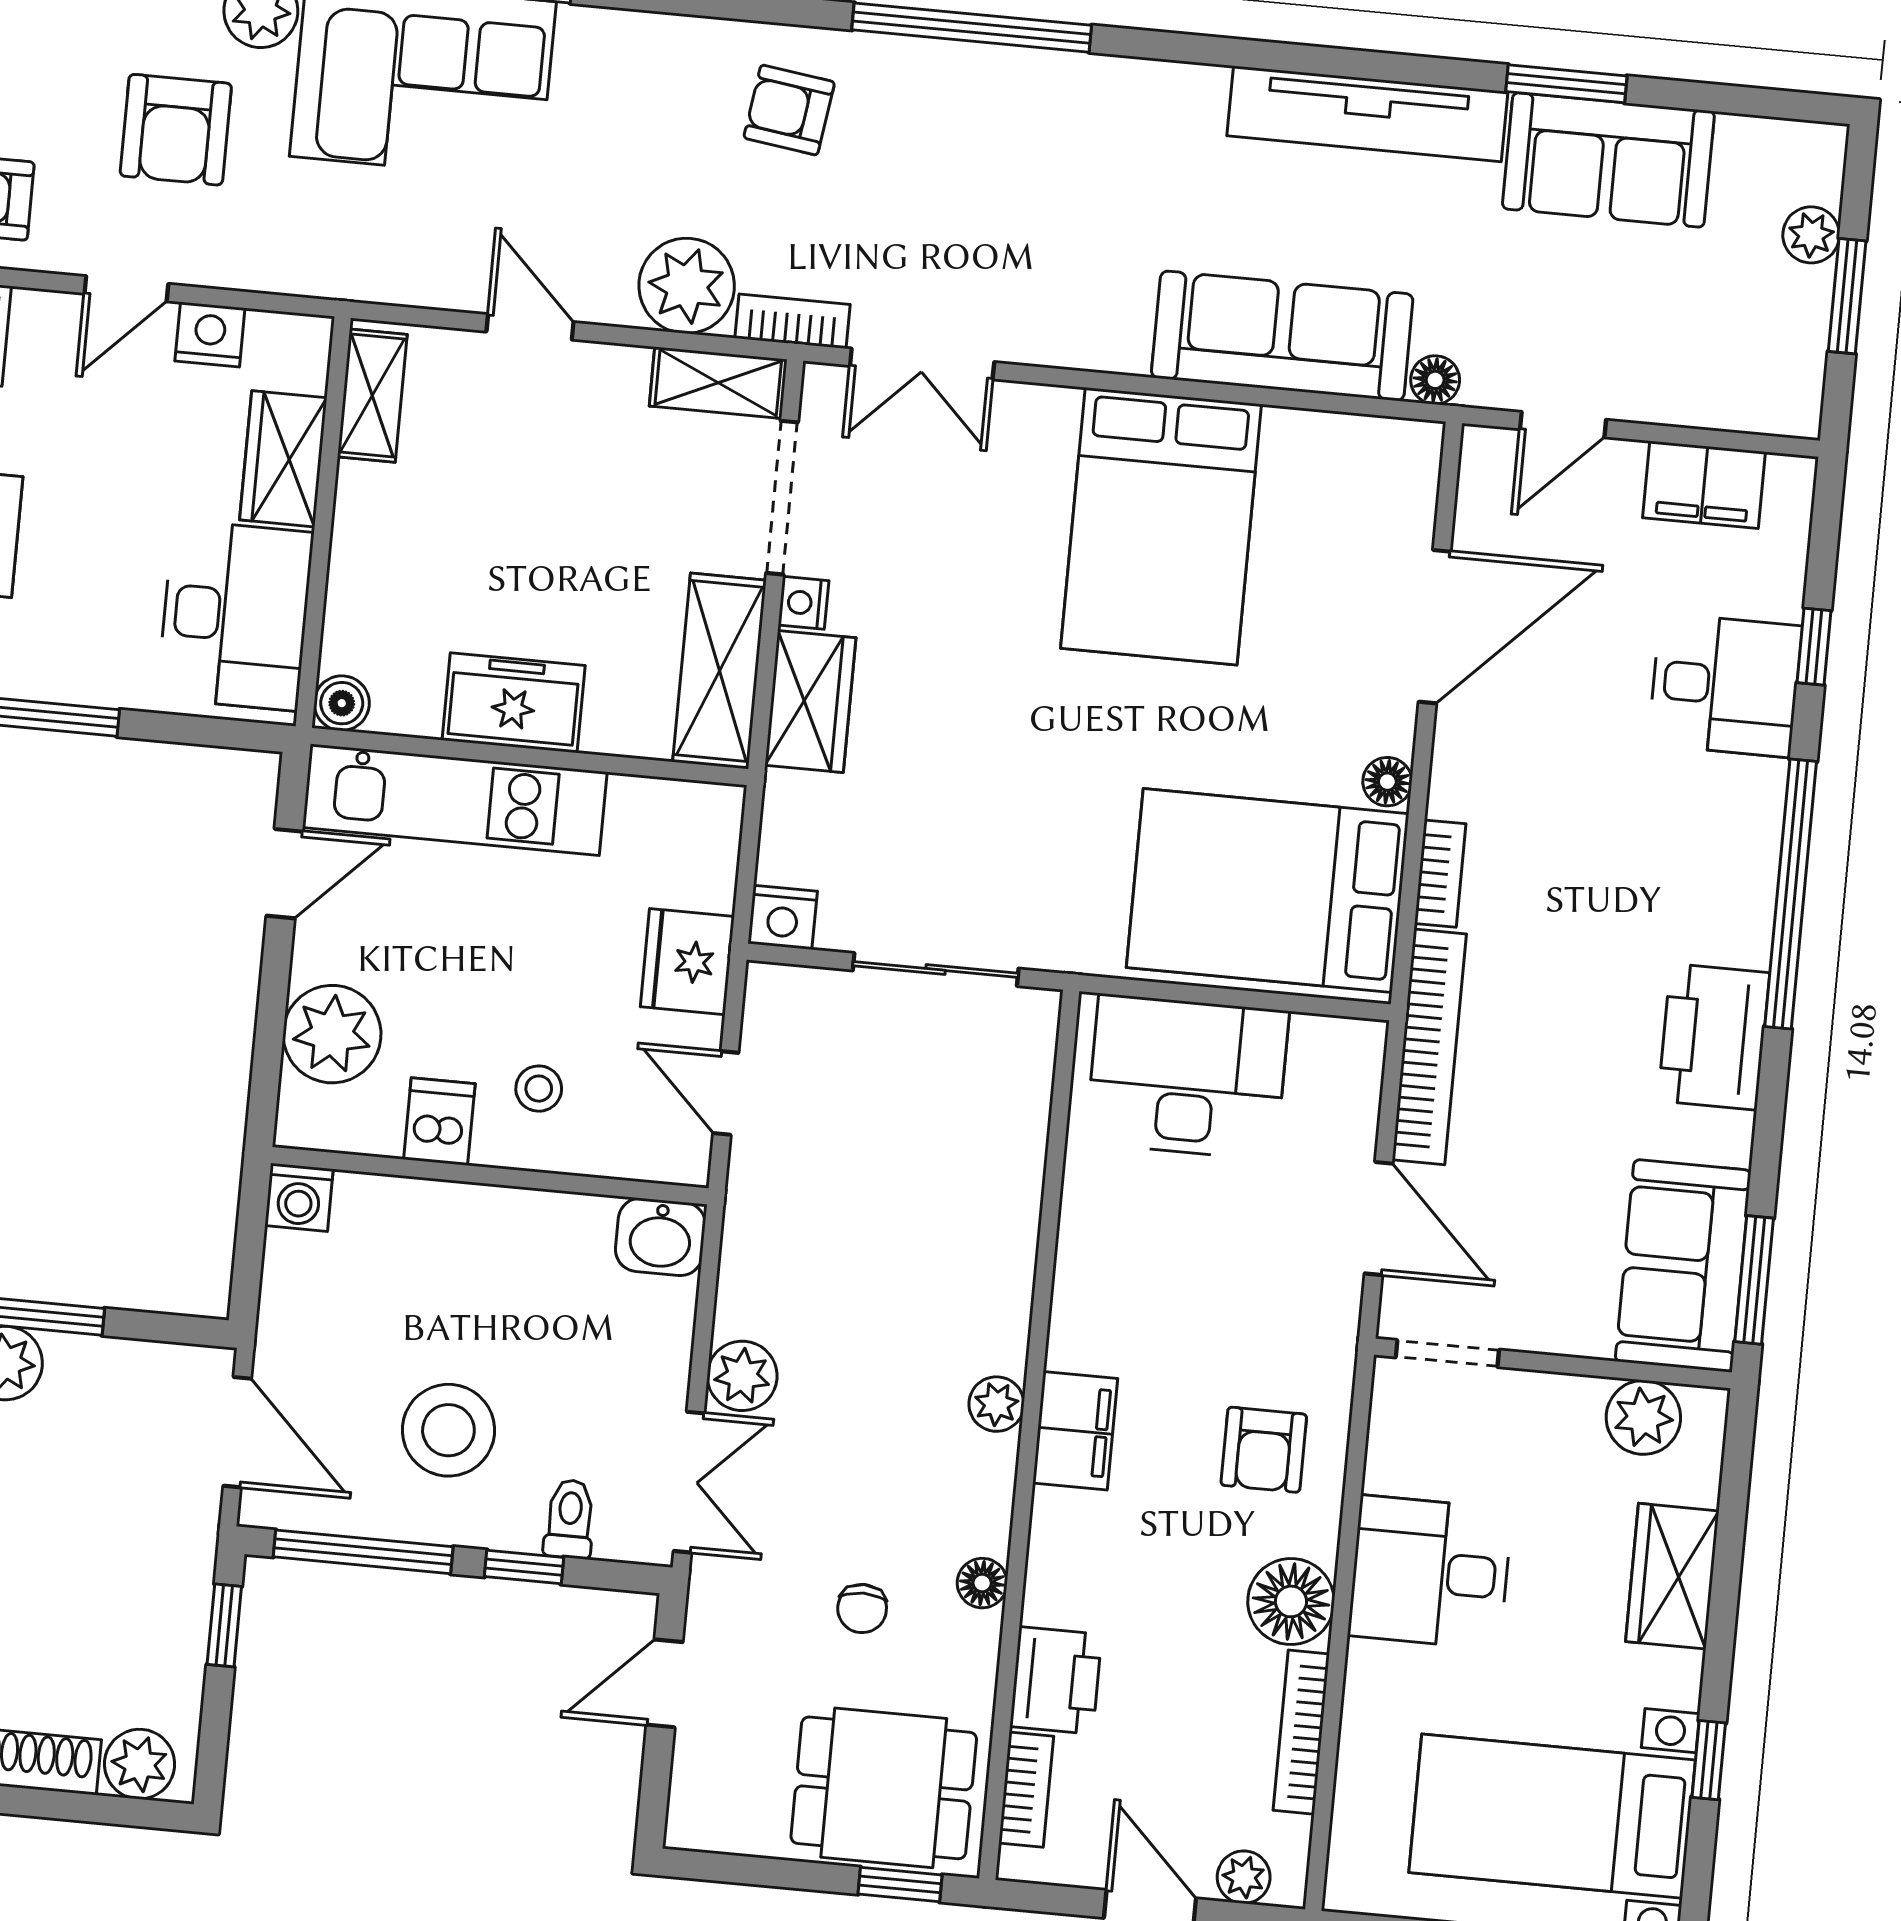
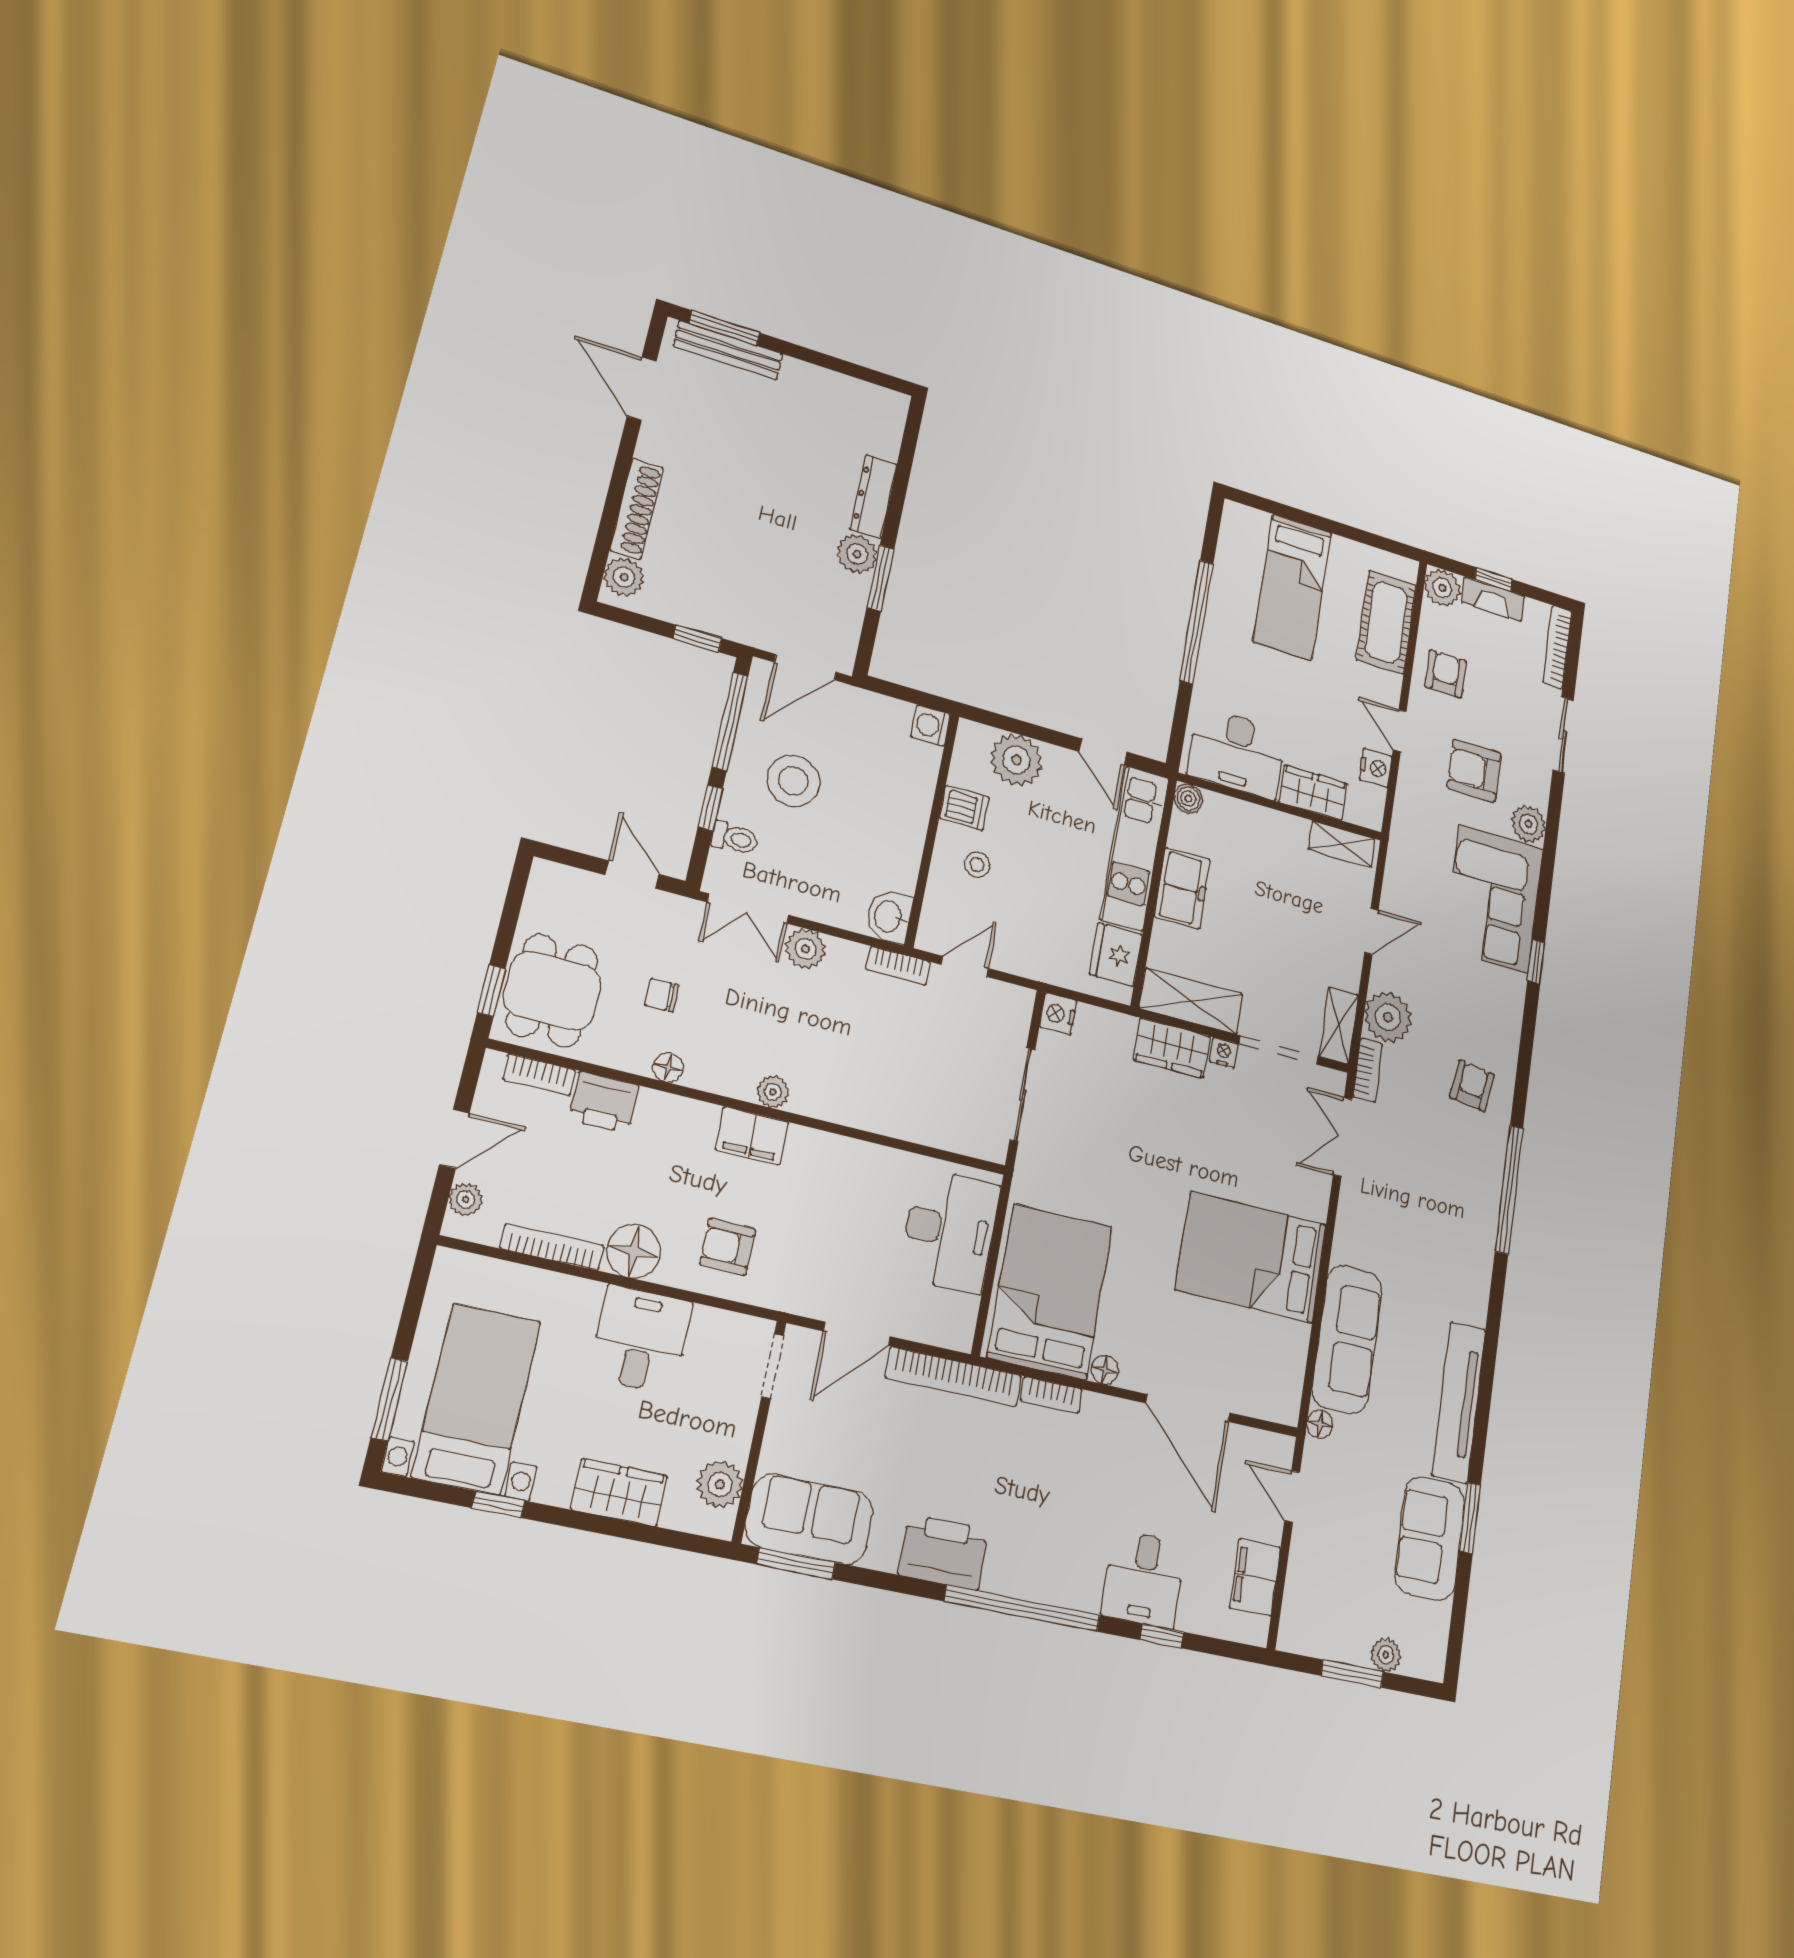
fridge: (687, 962) -> (1116, 954), moved, turned -90
bookcase: (744, 1212) -> (898, 966), added

